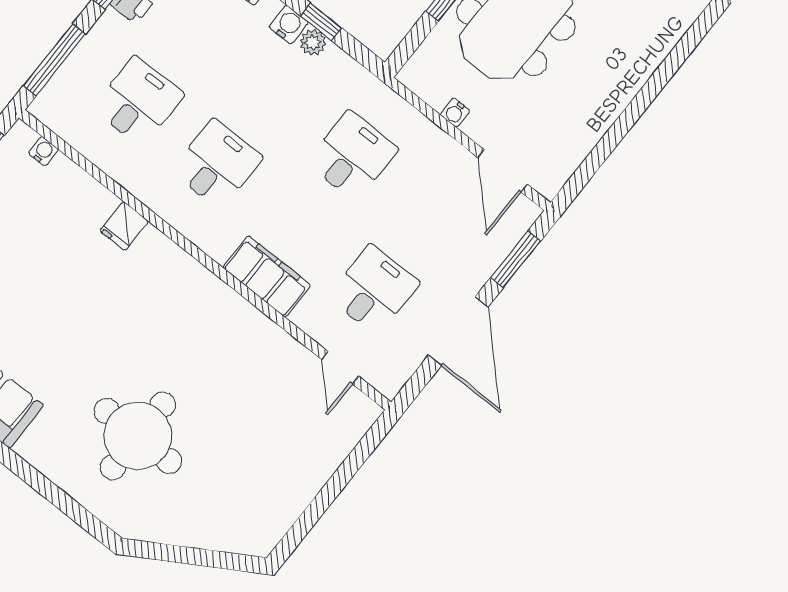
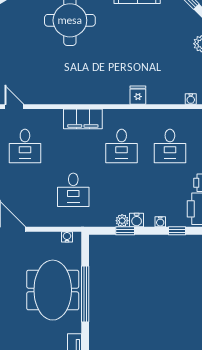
water cooler: (455, 113) -> (67, 237), moved
filing cabinet: (267, 276) -> (83, 119), moved

